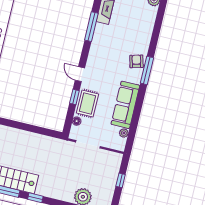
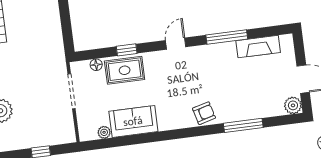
window: (147, 70) -> (243, 125), moved
door: (80, 74) -> (176, 44), moved
sofa: (125, 105) -> (133, 121), width x0.73

